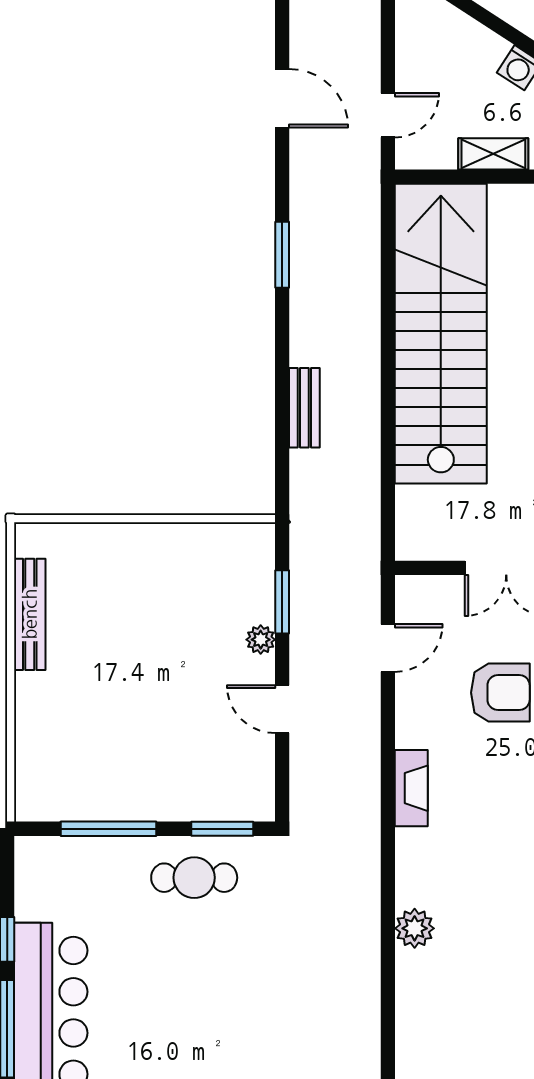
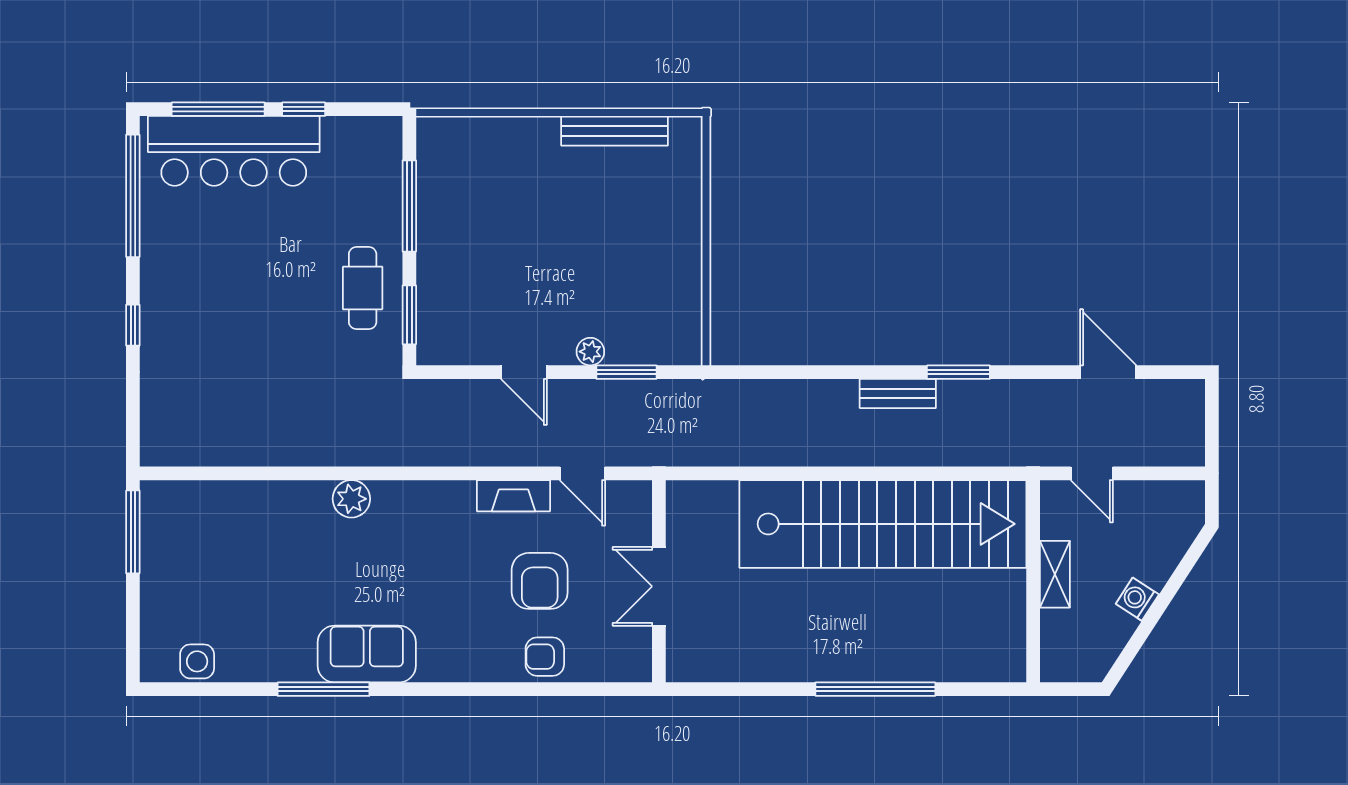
door: (282, 98) -> (1108, 372), swing flipped
bench: (304, 408) -> (898, 393), moved
door: (282, 709) -> (524, 372), swing flipped
fireplace: (411, 788) -> (513, 496), moved
plant: (415, 928) -> (351, 499), moved

